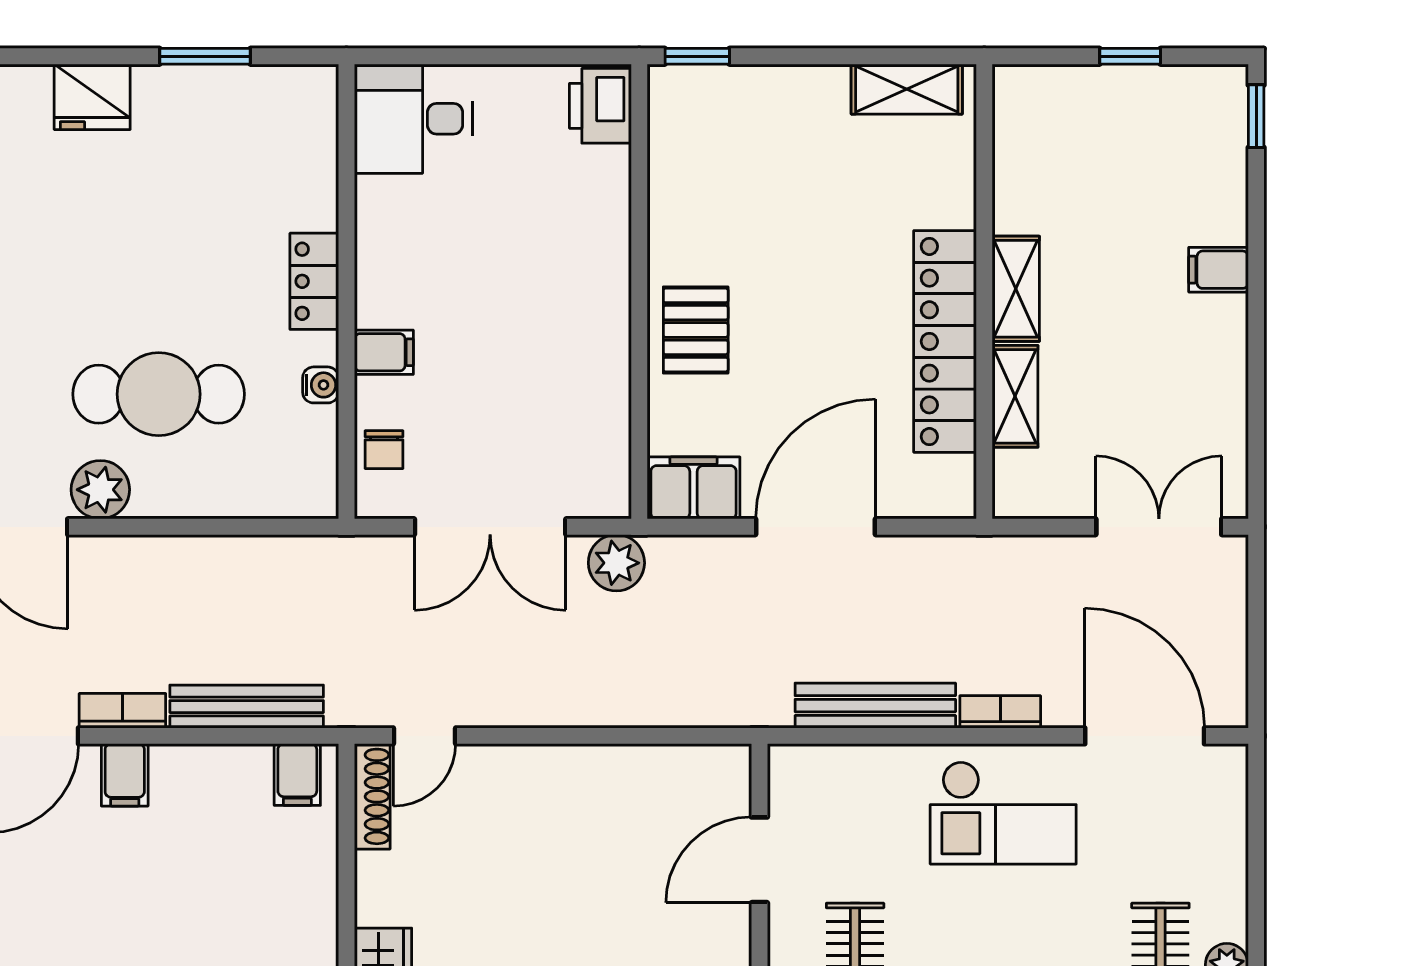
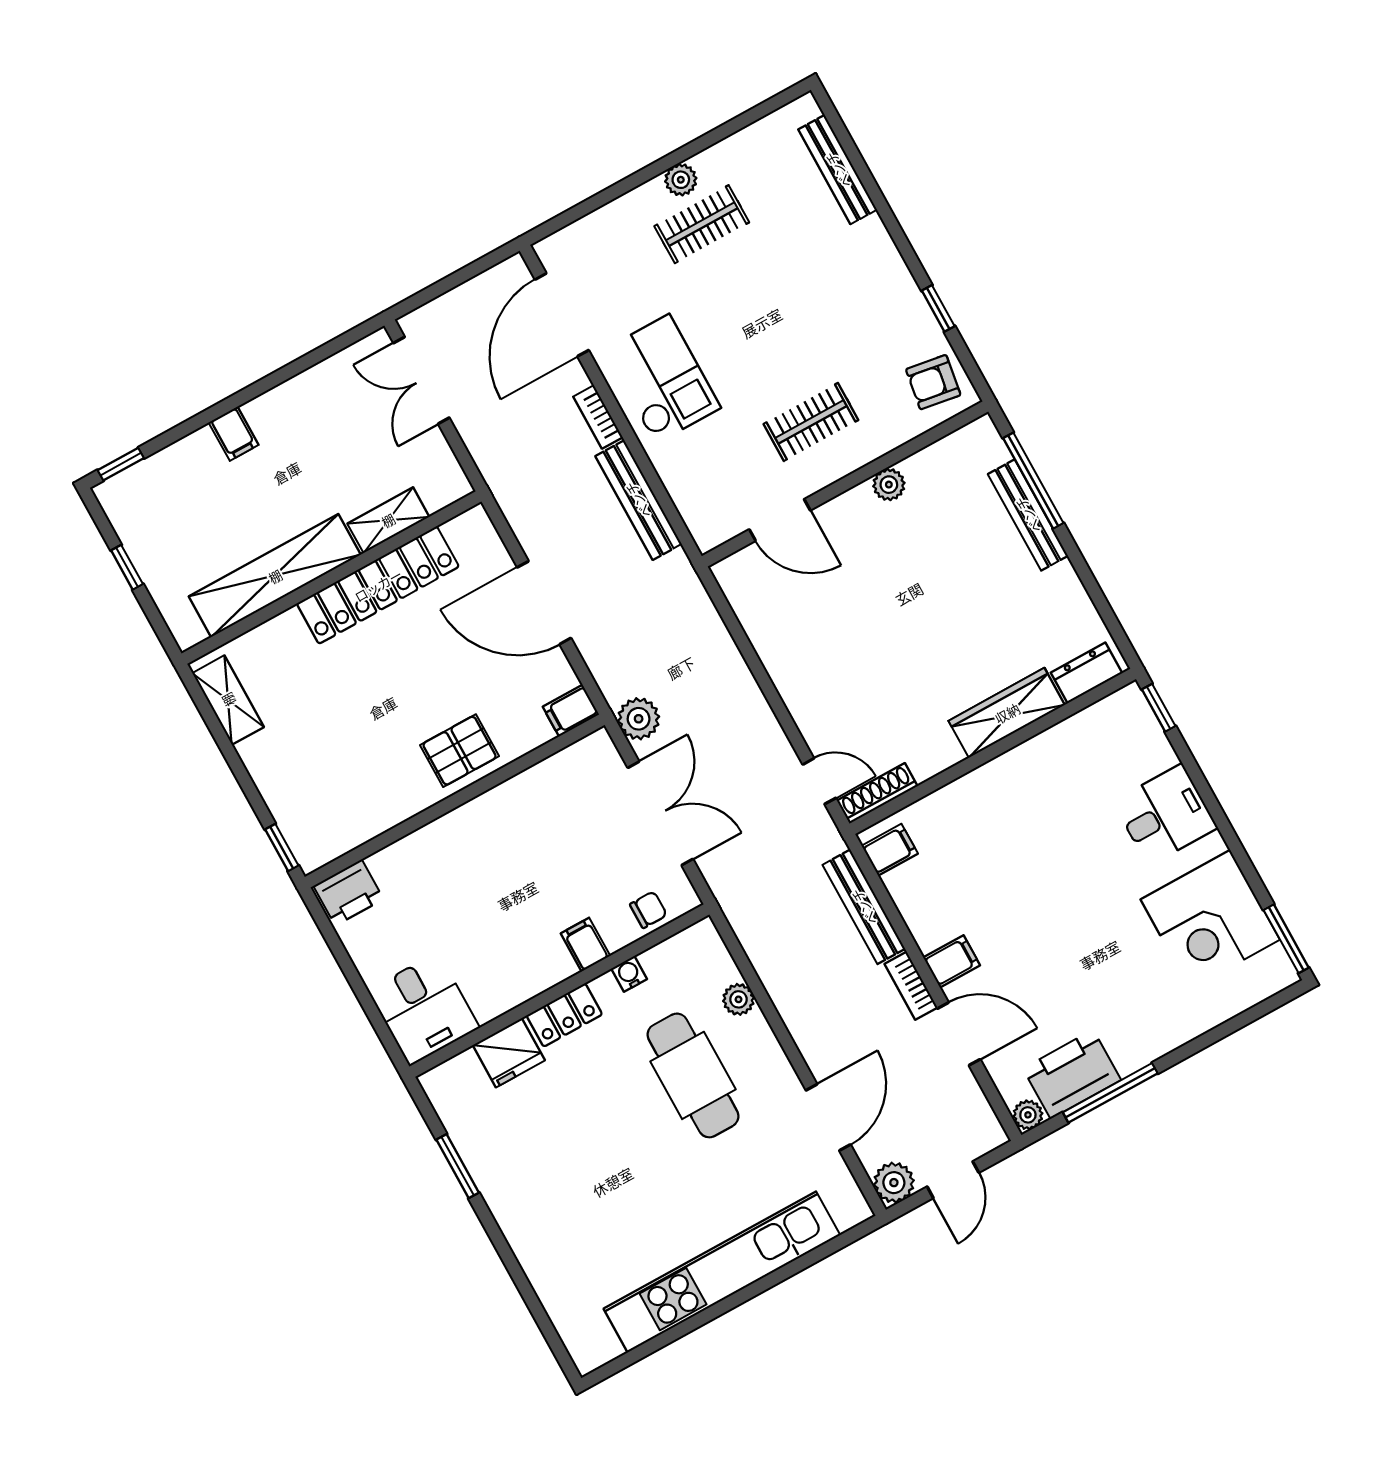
fridge: (92, 97) -> (509, 1053), moved, turned 90
shelving: (1016, 289) -> (275, 576), width x2.20, depth x1.33
filing cabinet: (693, 488) -> (571, 711), width x0.50
plant: (100, 490) -> (739, 999), moved, width x0.73, depth x0.73

